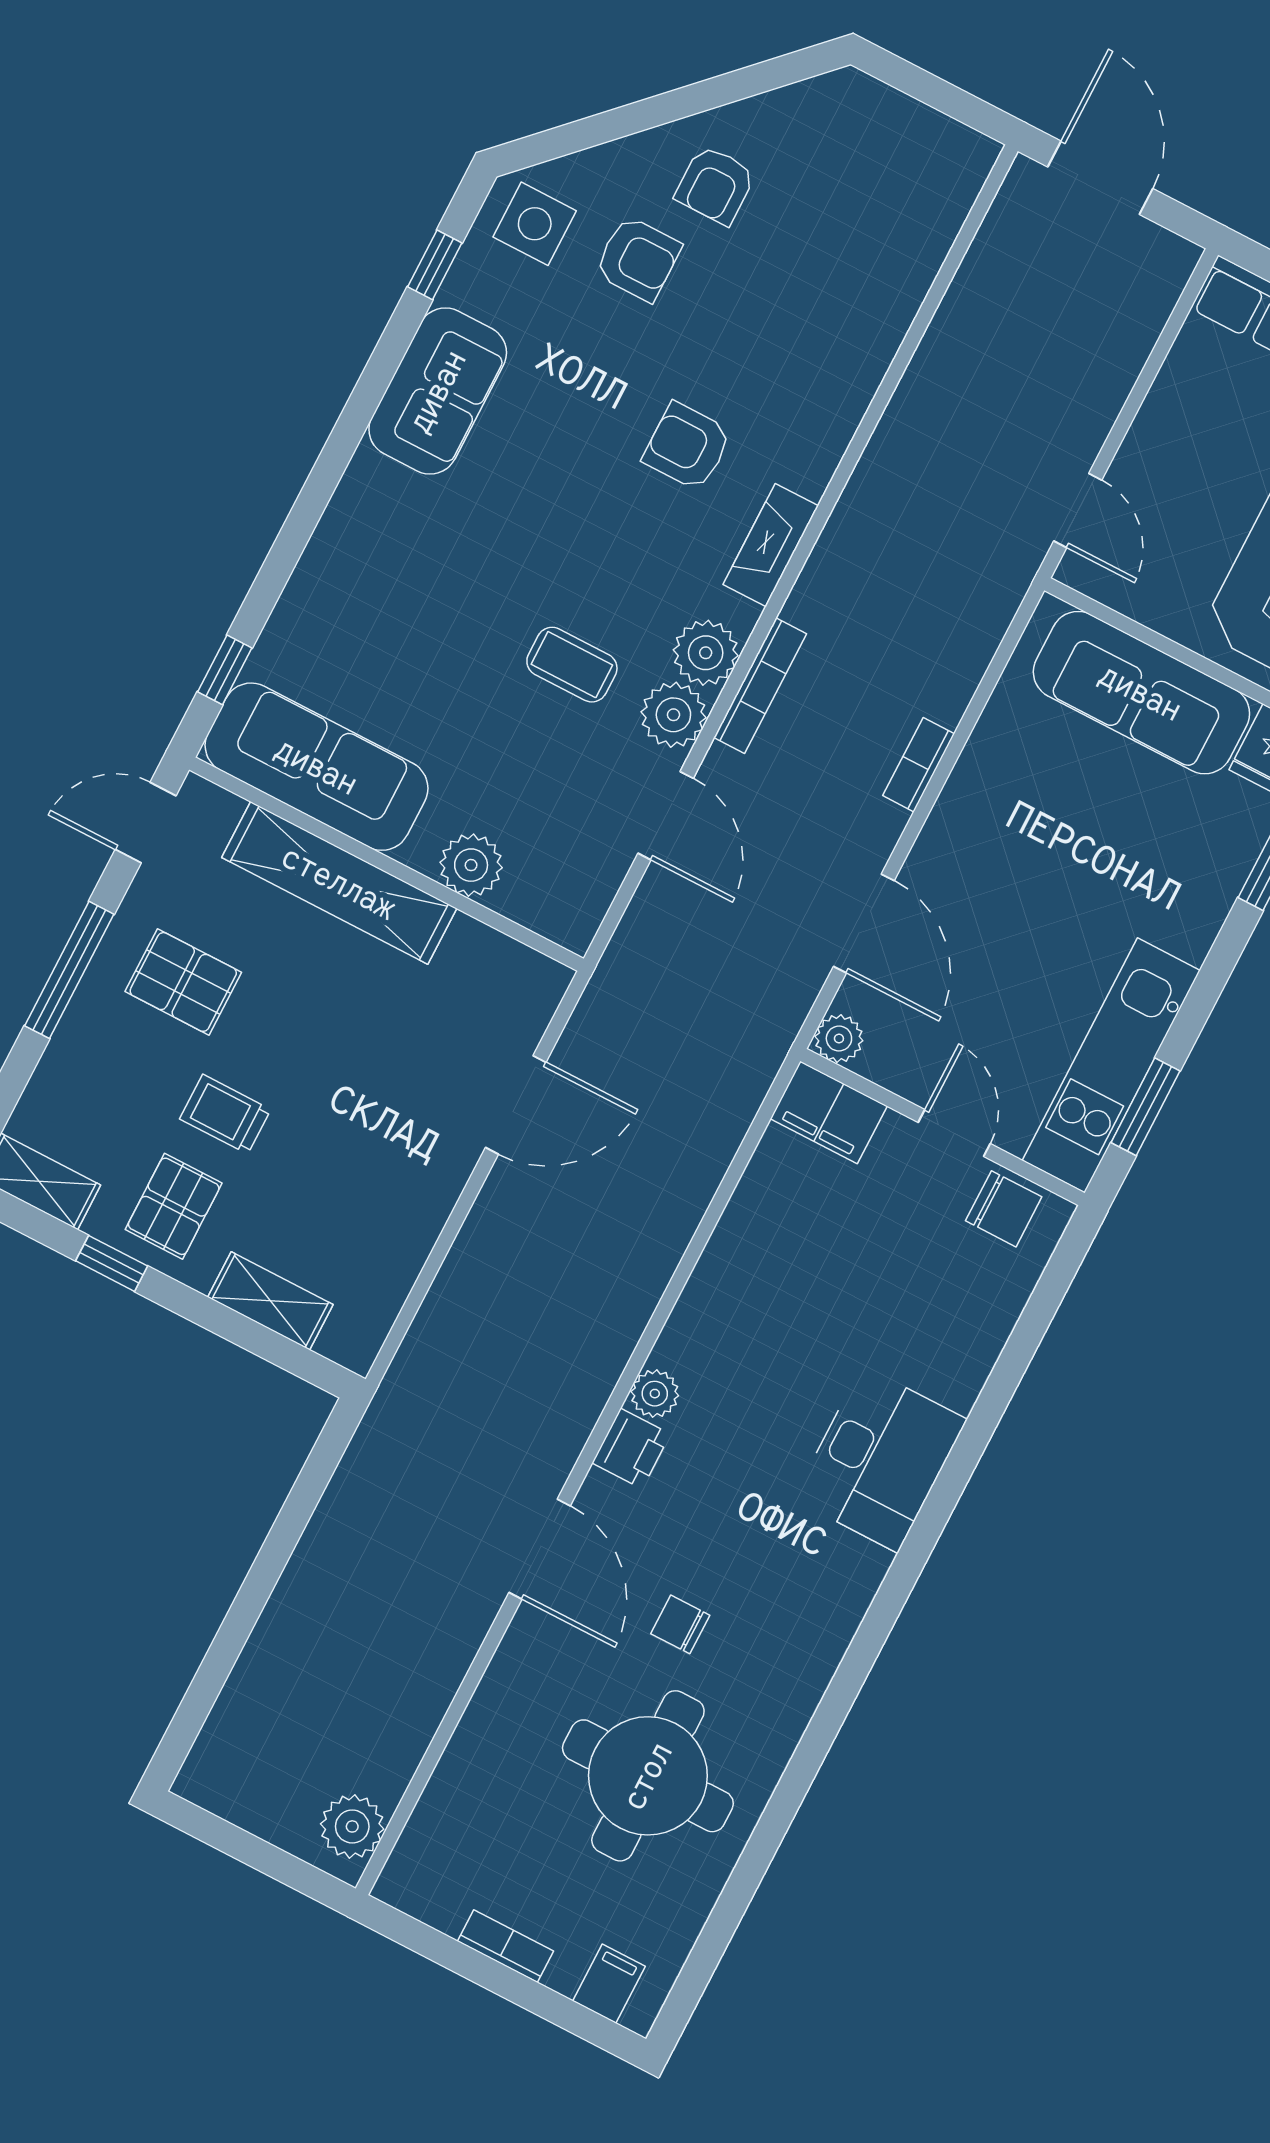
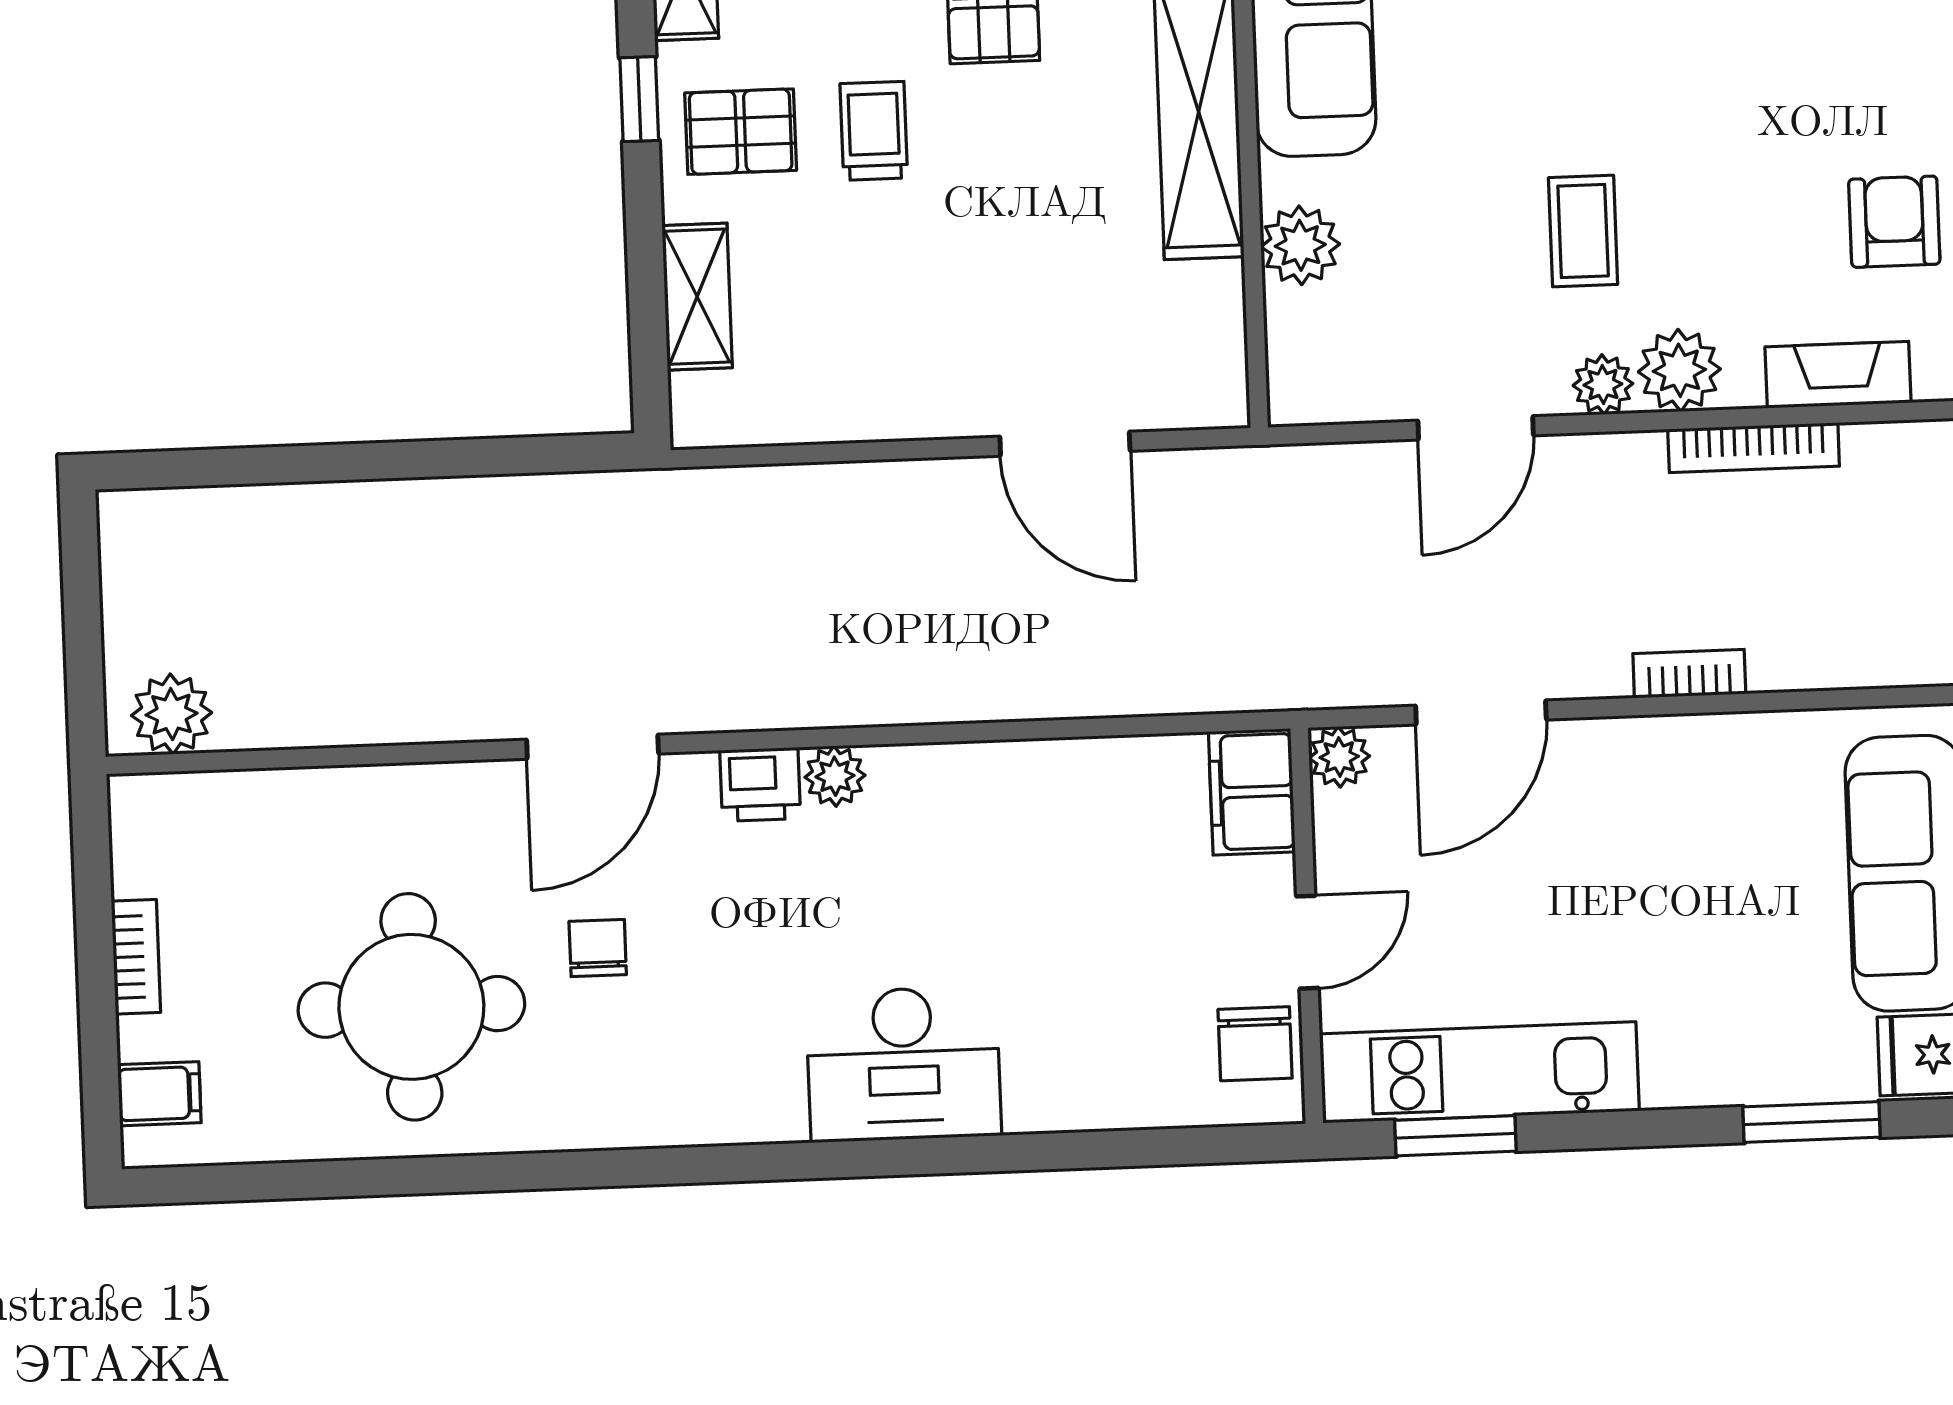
bookcase: (760, 686) -> (1754, 448), moved
plant: (673, 715) -> (1603, 385), width x0.73, depth x0.73

